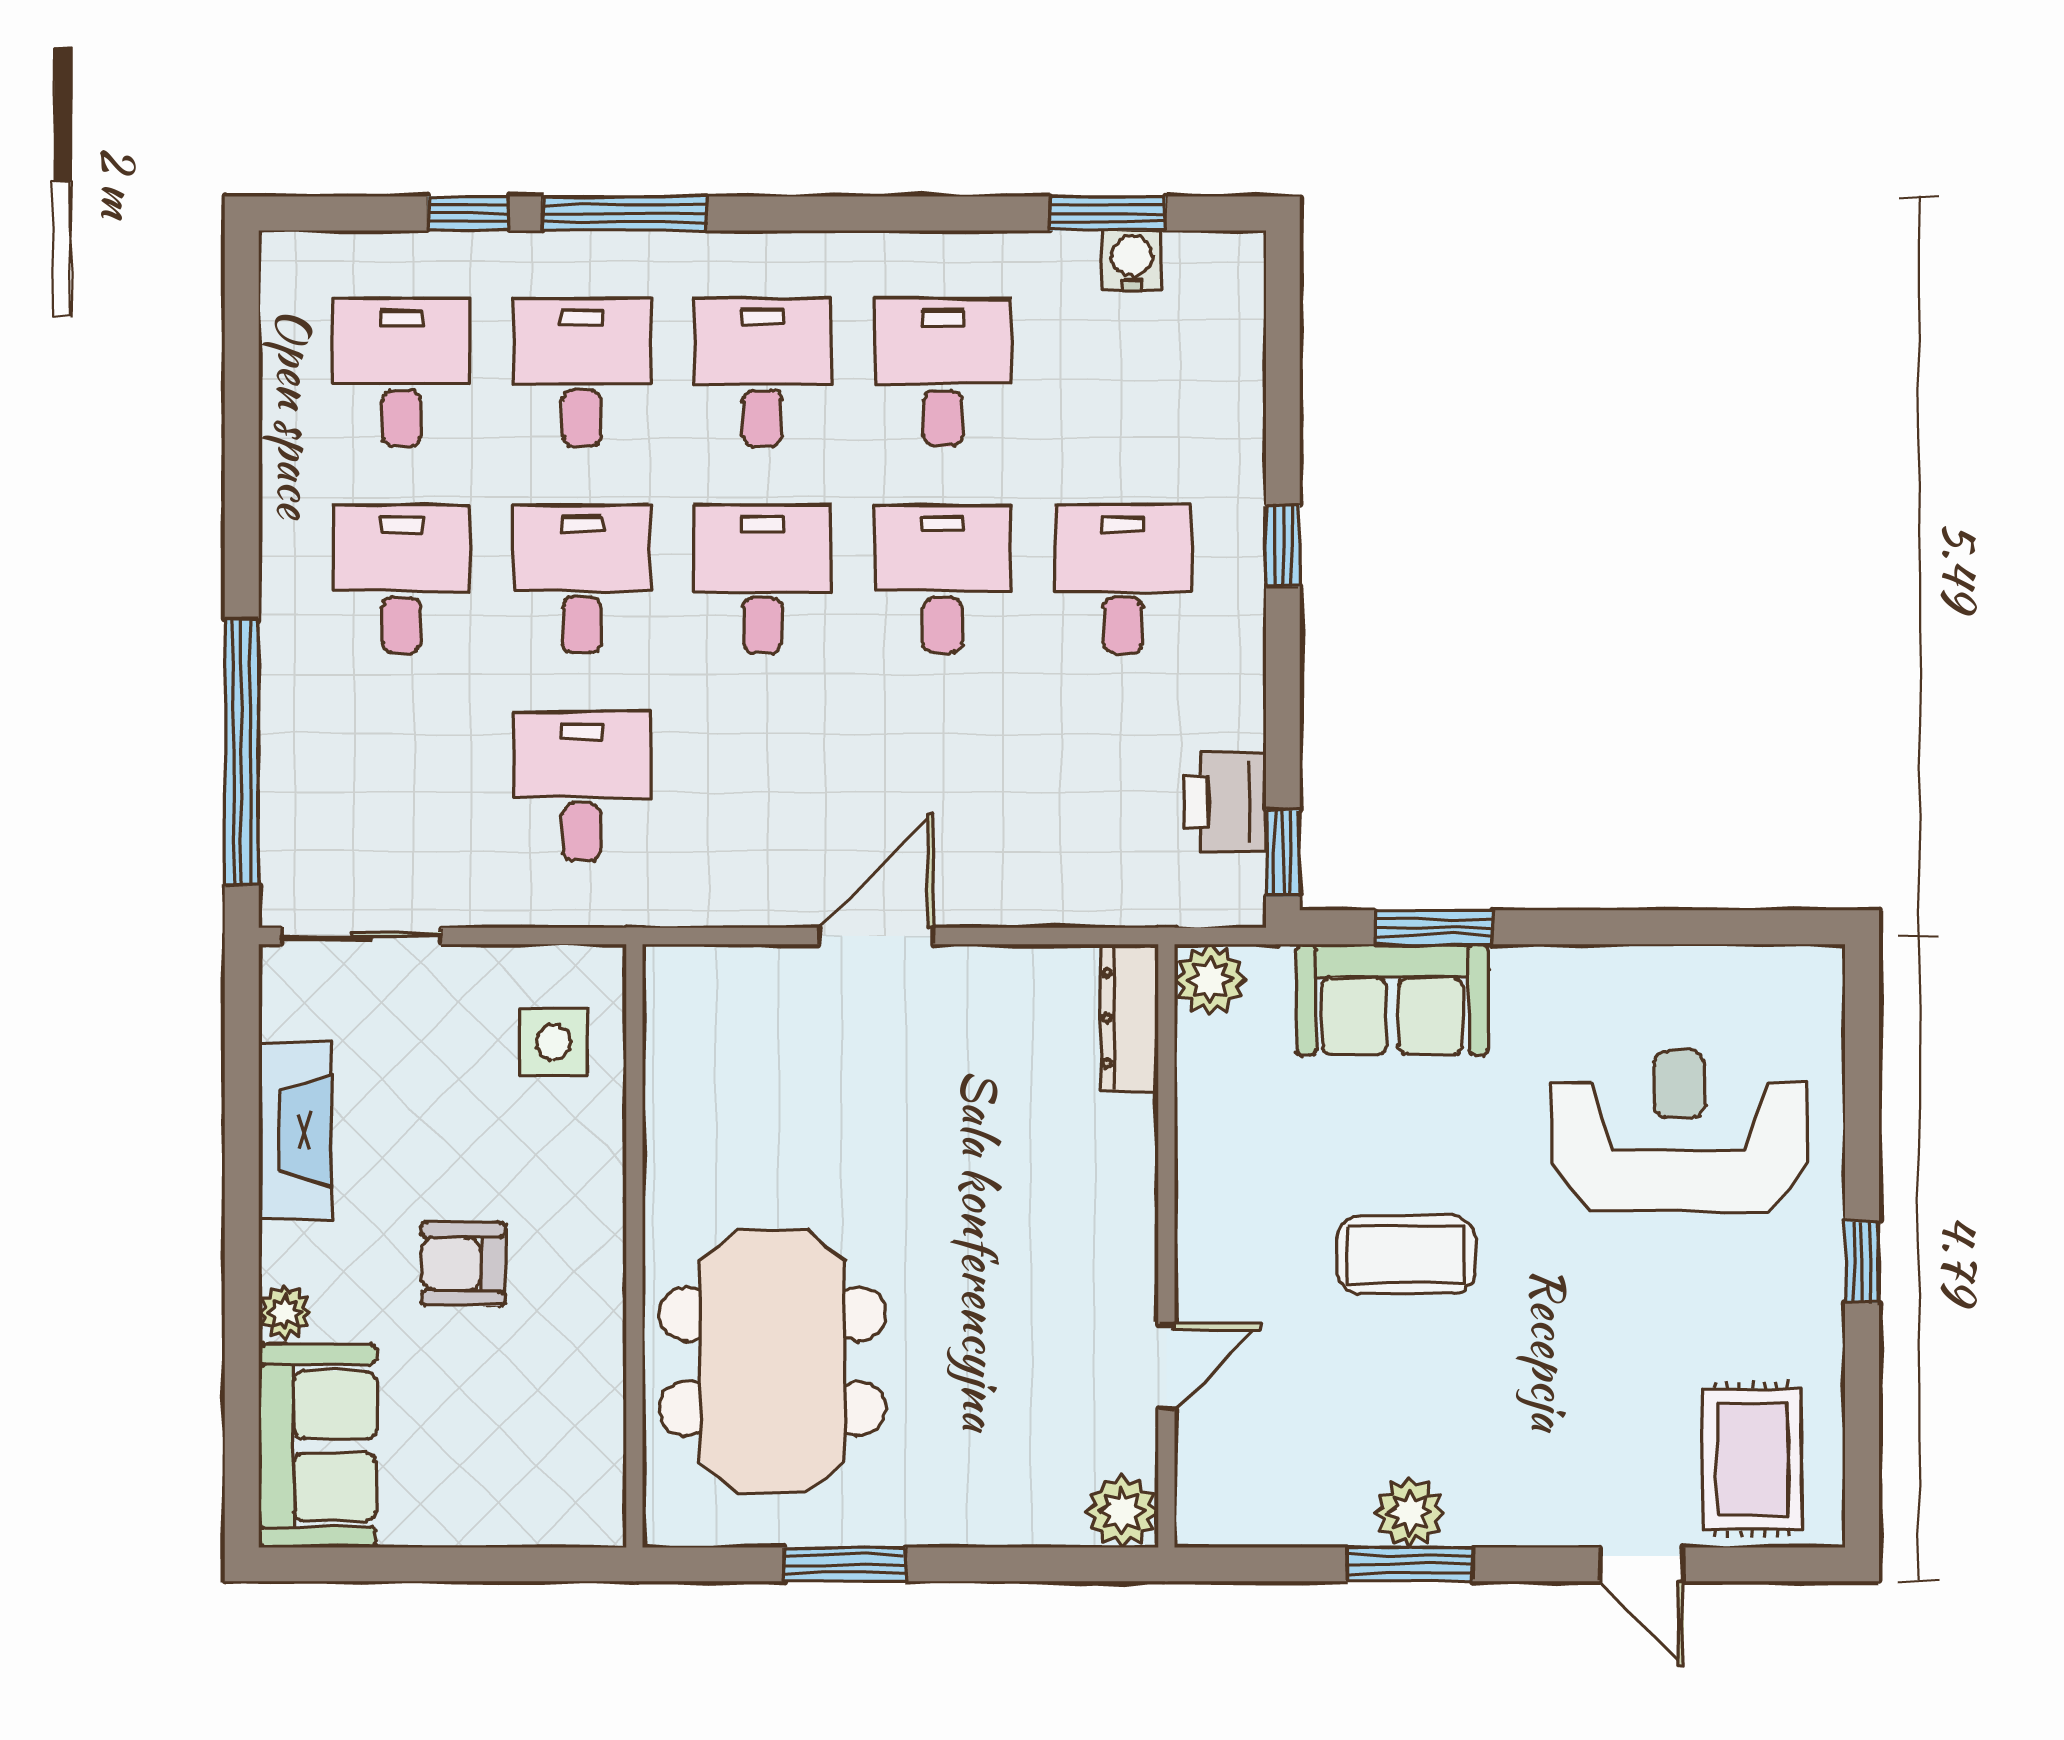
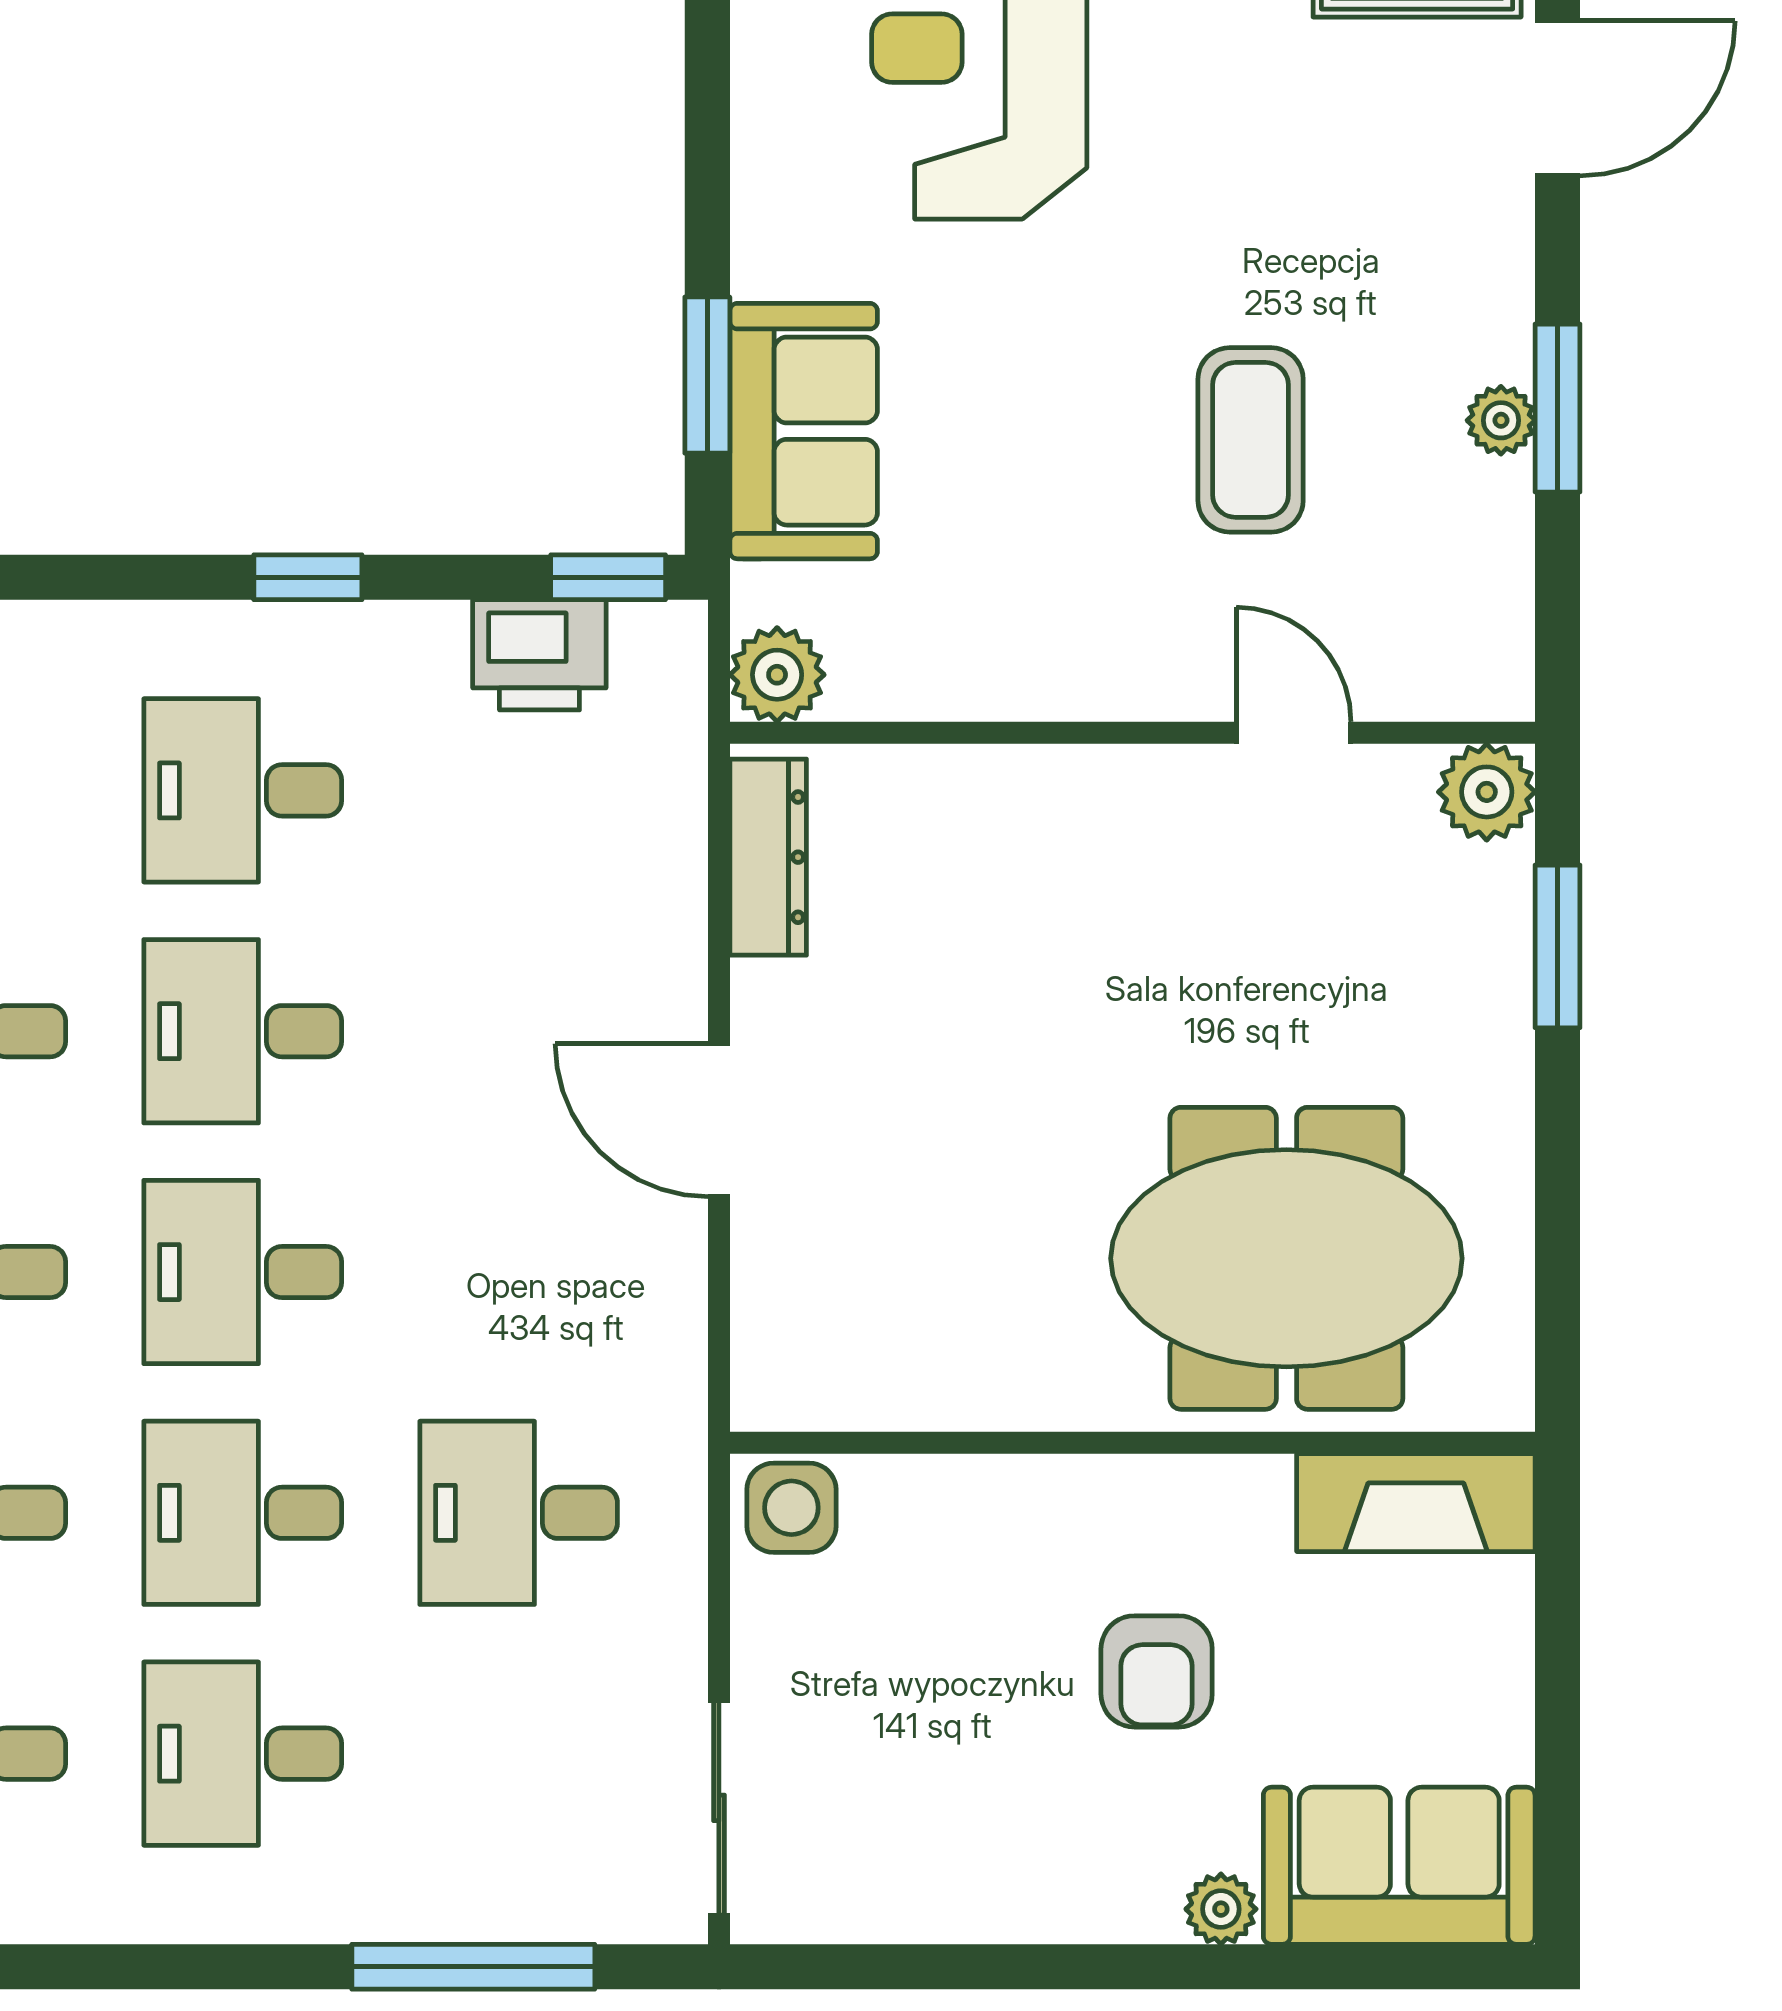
window: (1283, 546) -> (308, 577), moved
window: (242, 752) -> (473, 1967), width x0.68
dresser: (1130, 1018) -> (768, 857), moved, turned -90
side table: (553, 1042) -> (791, 1508), moved
fireplace: (295, 1131) -> (1416, 1503), moved, turned 180
coffee table: (1406, 1255) -> (1251, 440), moved
plant: (1410, 1512) -> (1501, 420), width x0.73, depth x0.73
window: (845, 1564) -> (1558, 946), moved
door: (1642, 1564) -> (1558, 98), width x1.38

